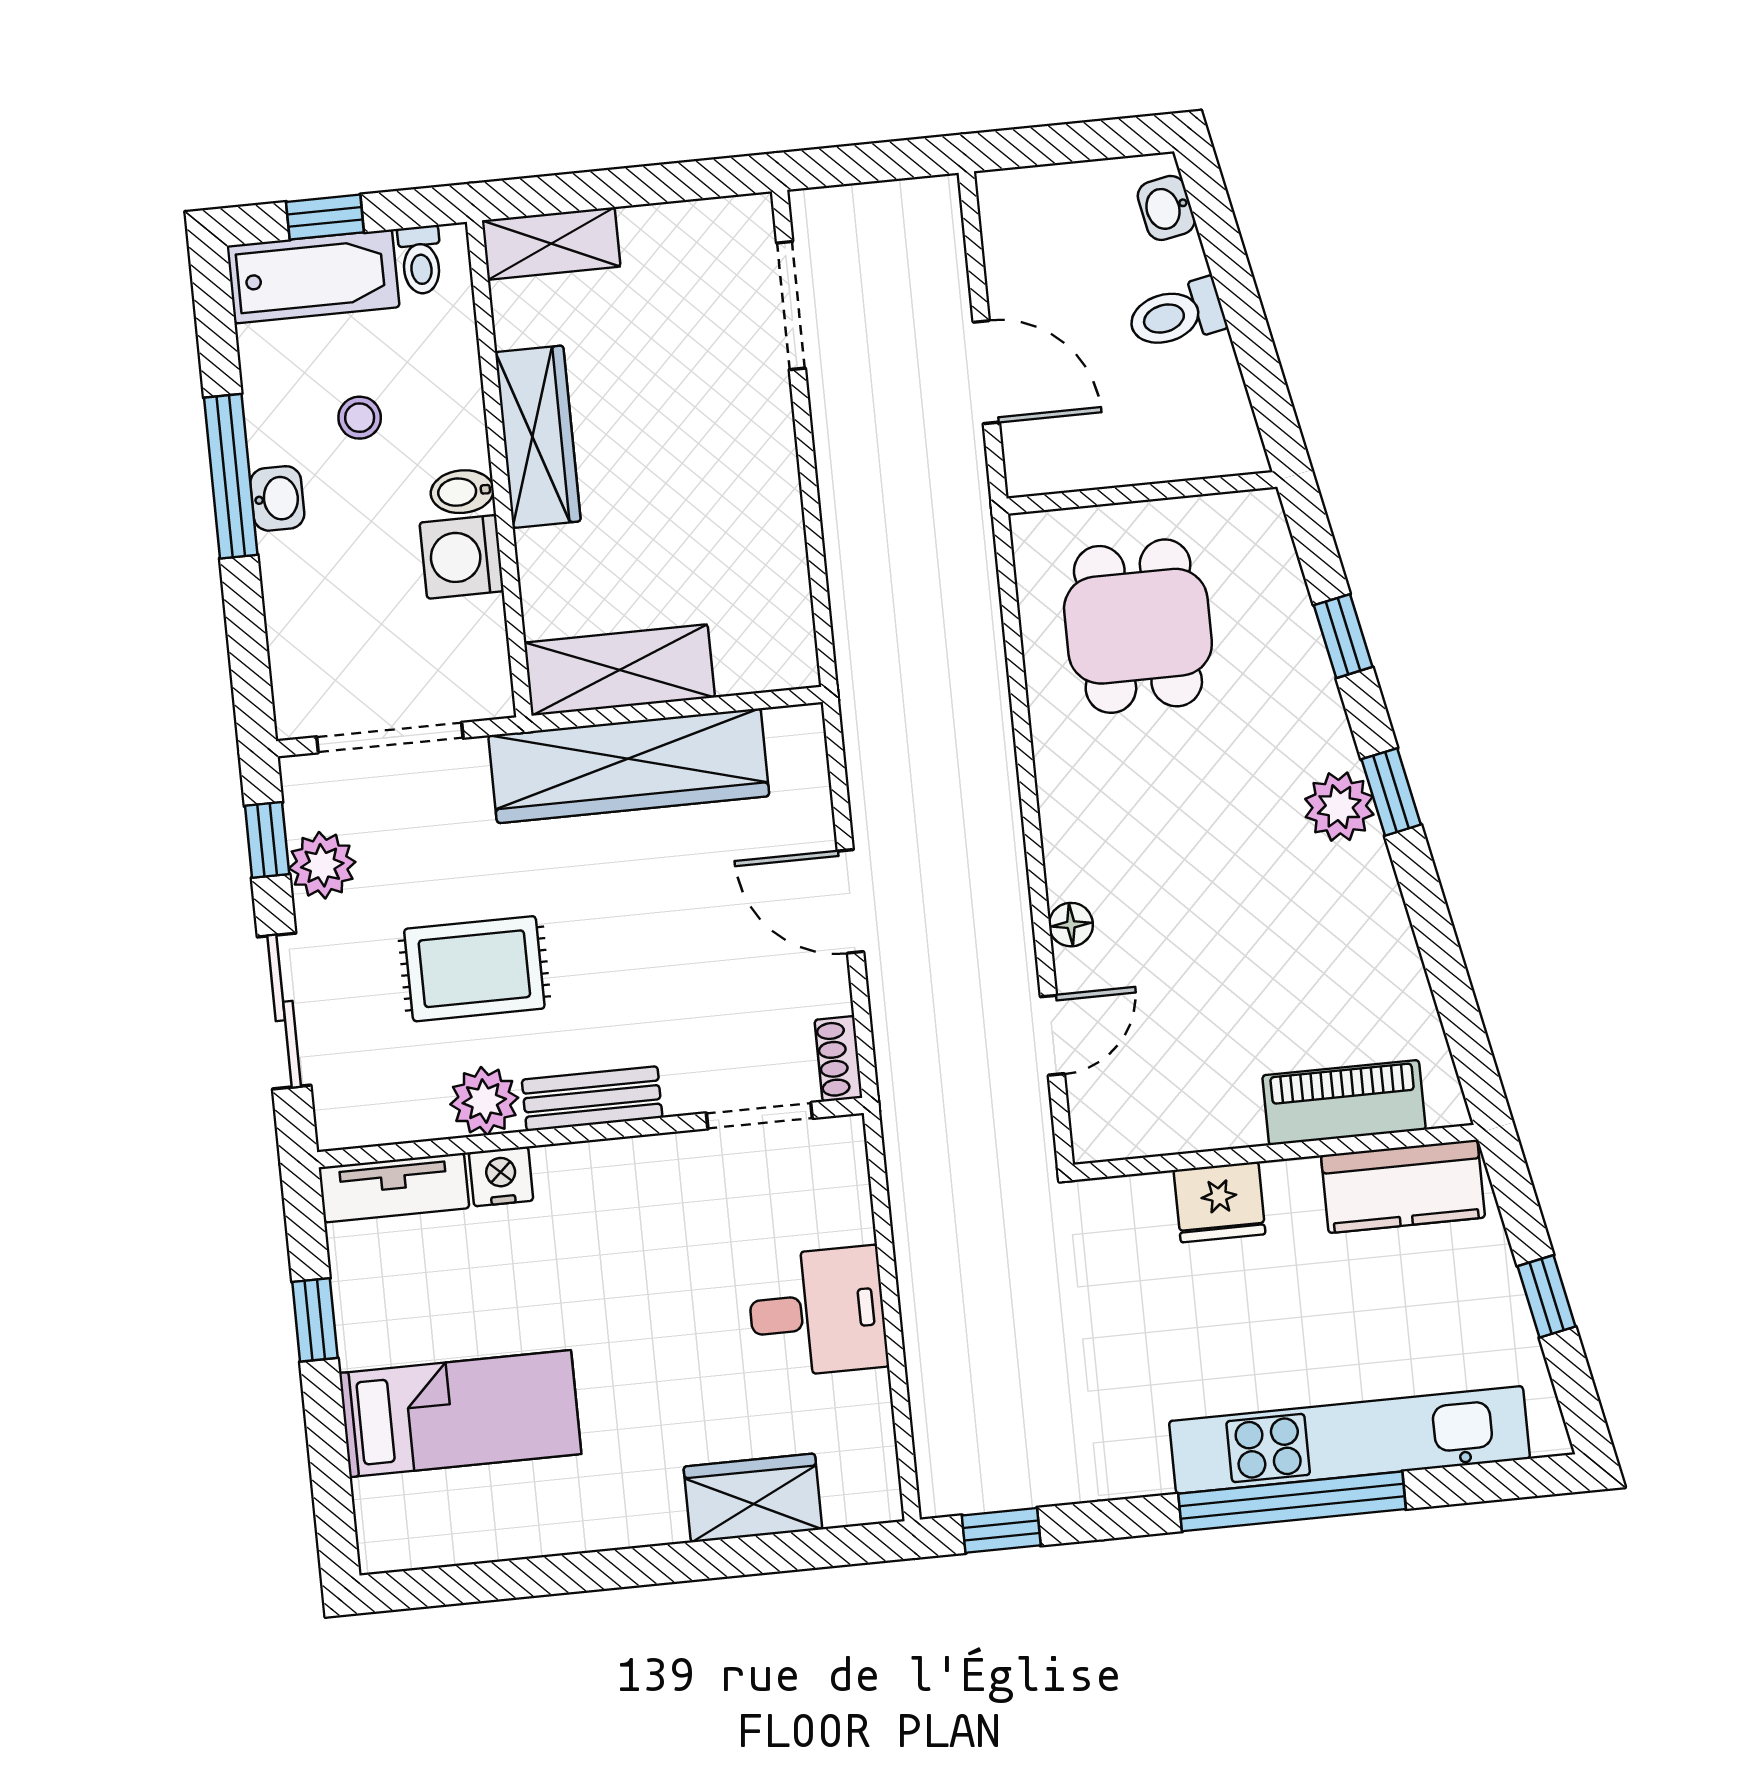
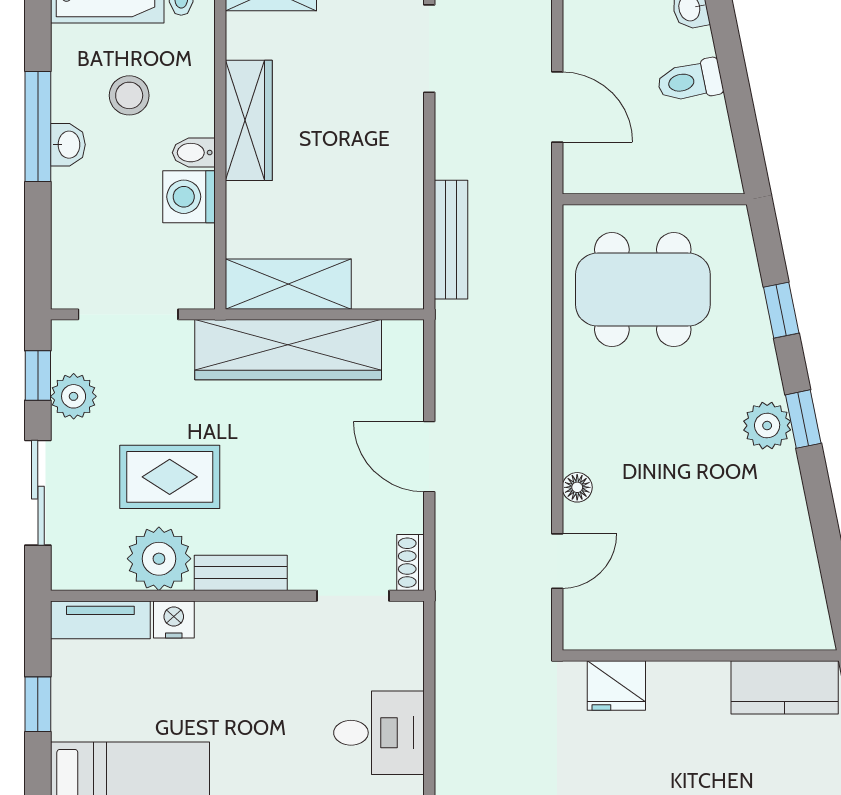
stool: (360, 418) -> (129, 95), width x1.37, depth x1.37
bench: (851, 581) -> (451, 240), added
dining table: (1138, 626) -> (643, 290), width x1.38
plant: (484, 1101) -> (159, 559), width x1.36, depth x1.36
piano: (1344, 1102) -> (750, 626), removed
fridge: (1220, 1202) -> (616, 686), moved

